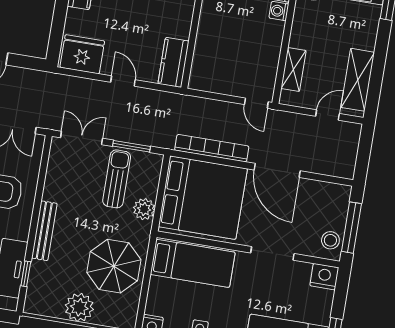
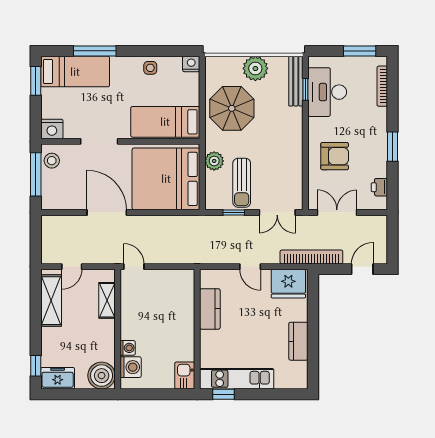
kitchen counter: (173, 62) -> (210, 309), moved
window: (131, 146) -> (234, 212), width x0.67
bookcase: (212, 148) -> (311, 257), moved, turned 180
bench: (44, 231) -> (296, 81), moved

